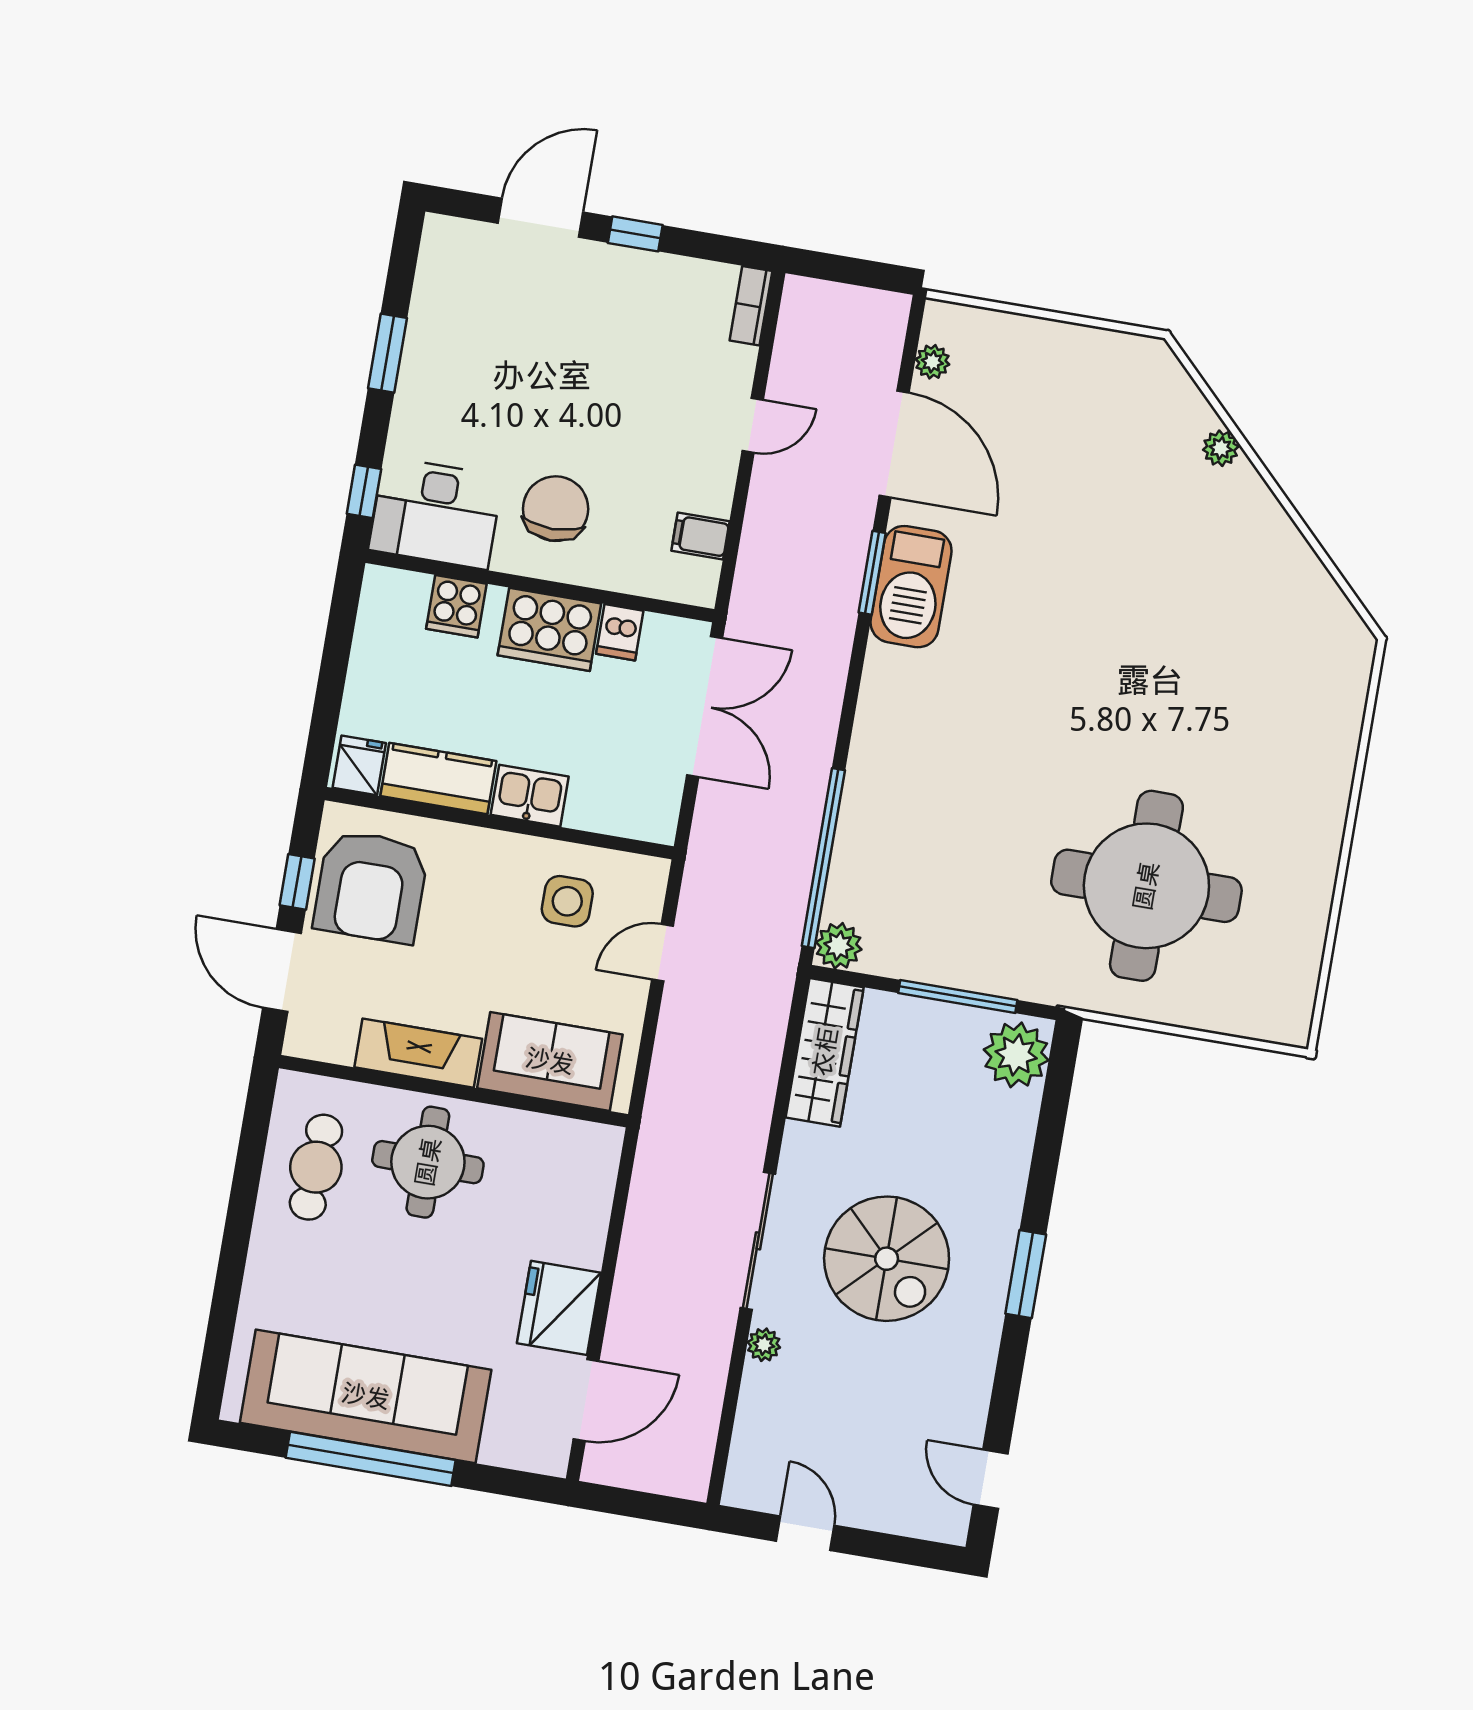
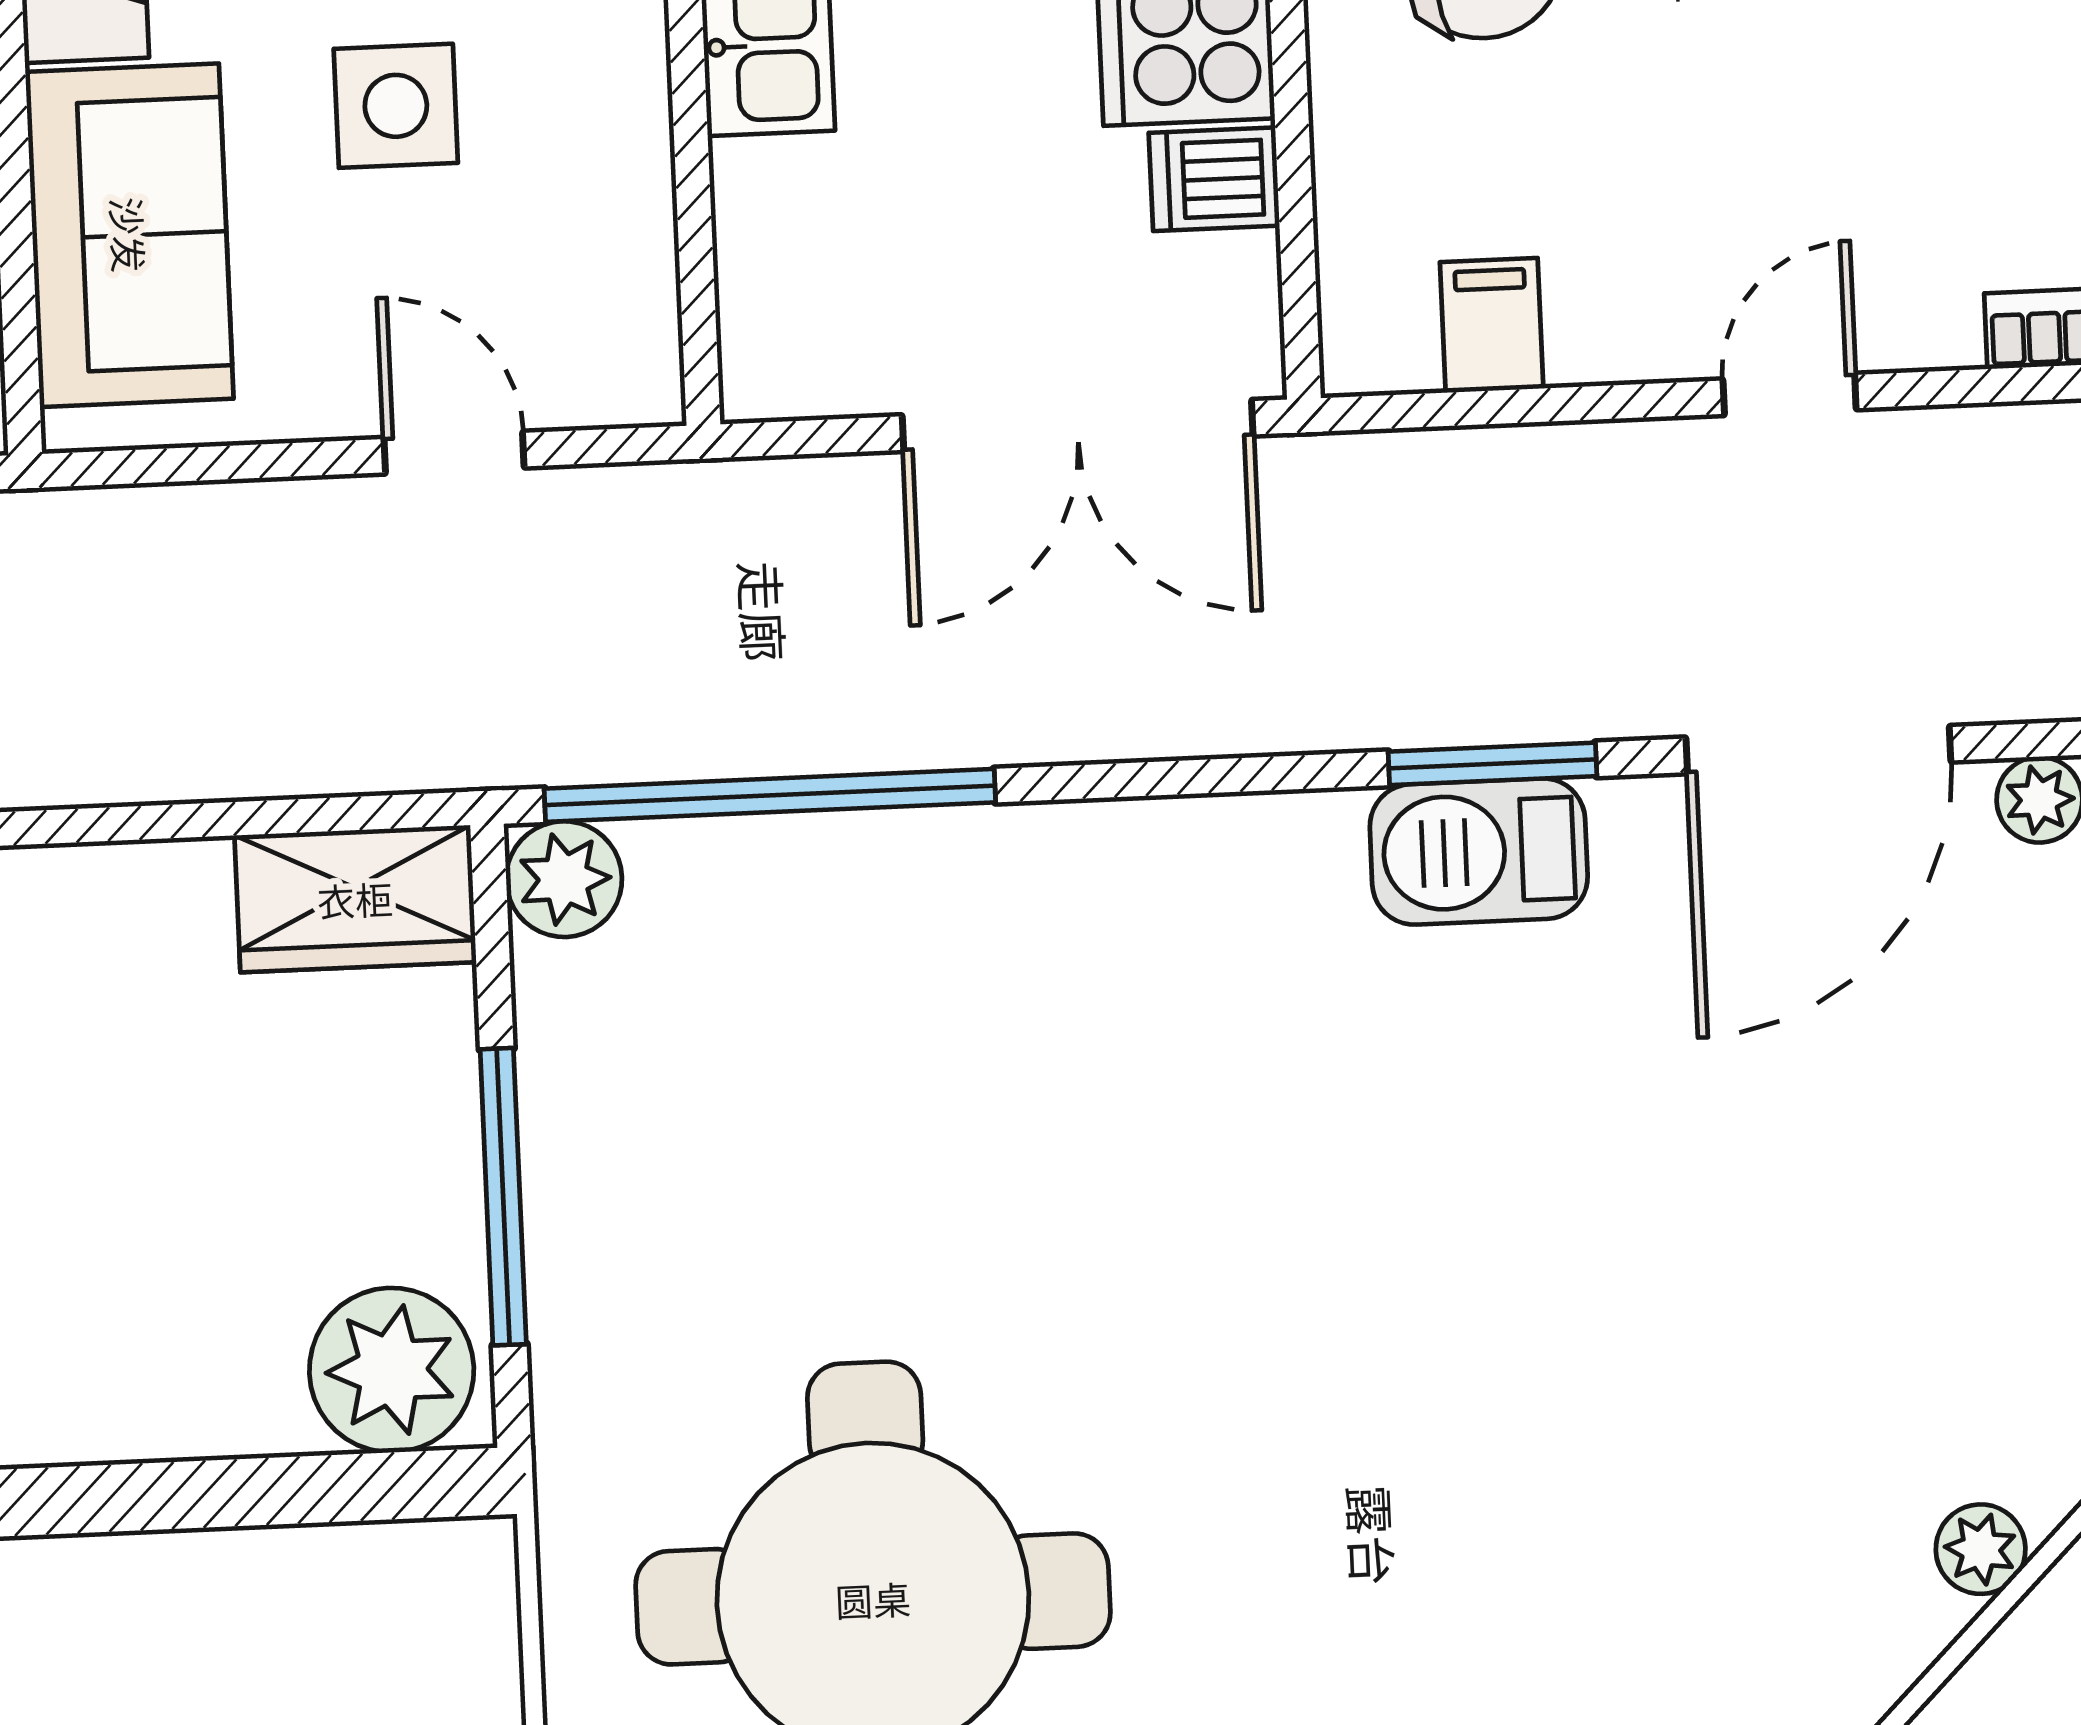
door: (753, 425) -> (1790, 394), swing flipped
barbecue: (911, 587) -> (1479, 852), width x0.73, depth x0.83
side table: (567, 901) -> (396, 106), moved
wardrobe: (825, 1052) -> (355, 899), width x0.67

